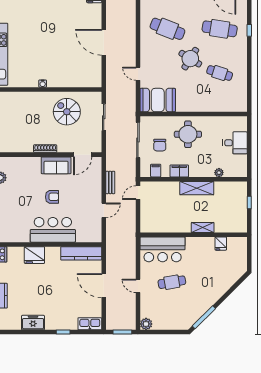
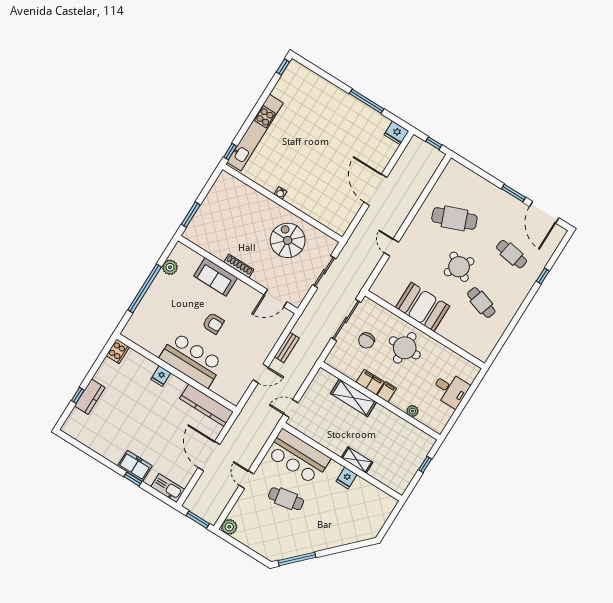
cafe table: (167, 29) -> (454, 218), turned -42
cafe table: (220, 29) -> (512, 254), width x0.73, depth x0.74
booth: (158, 100) -> (422, 307), moved
sofa: (56, 165) -> (216, 277), moved
filing cabinet: (156, 171) -> (387, 392), moved
shelving: (197, 188) -> (354, 398), moved
door: (138, 193) -> (291, 409), moved
fridge: (221, 244) -> (347, 478), moved
fridge: (34, 255) -> (161, 376), width x0.53, depth x0.75
freezer: (33, 323) -> (135, 466), moved

